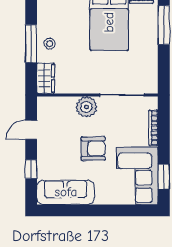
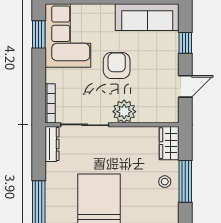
dresser: (152, 78) -> (52, 144), added
bookcase: (153, 128) -> (50, 103), moved
armchair: (93, 149) -> (117, 66), turned 90

